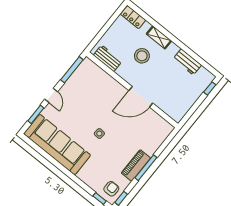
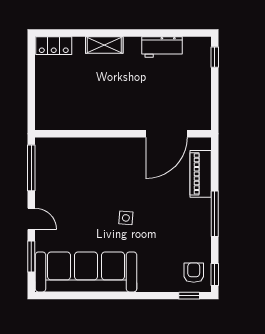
stool: (142, 56) -> (102, 84), removed
workbench: (108, 58) -> (63, 120), removed
door: (141, 97) -> (166, 134), moved
piano: (136, 165) -> (201, 174), moved

